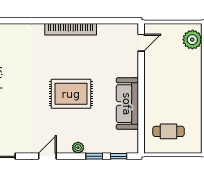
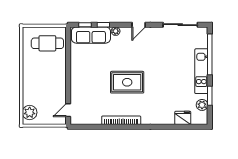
rug: (71, 94) -> (127, 82), moved
sofa: (127, 104) -> (91, 35), moved, turned 90
cafe table: (169, 131) -> (47, 43), width x1.37, depth x1.35

